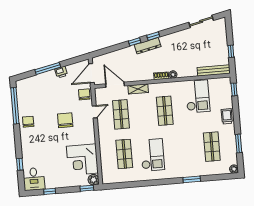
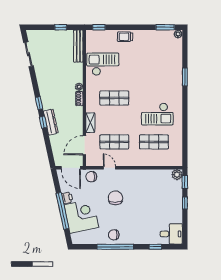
dresser: (148, 46) -> (51, 122), moved
window: (48, 68) -> (62, 211), width x1.46
window: (15, 106) -> (115, 247), moved
chair: (65, 120) -> (115, 198), turned 90
window: (239, 144) -> (165, 27), moved
shop shelf: (212, 147) -> (154, 54), removed
checkout: (152, 155) -> (157, 114), turned 180
corner desk: (82, 160) -> (81, 216), moved, turned -102
window: (50, 191) -> (185, 203), moved

